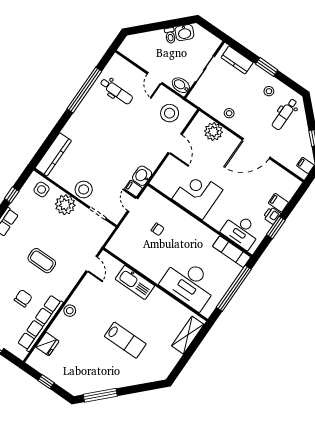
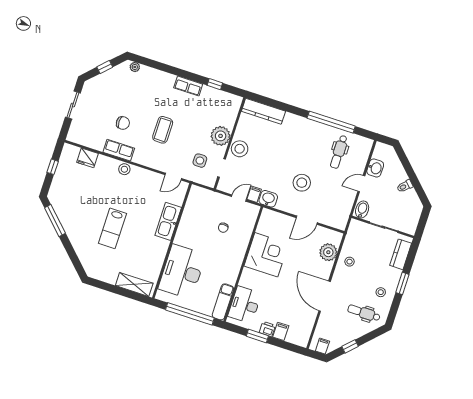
washbasin: (184, 33) -> (375, 168), moved, turned -135
stool: (170, 113) -> (302, 183), moved
side table: (42, 189) -> (200, 161), moved
row of seats: (40, 323) -> (119, 150), width x0.50

